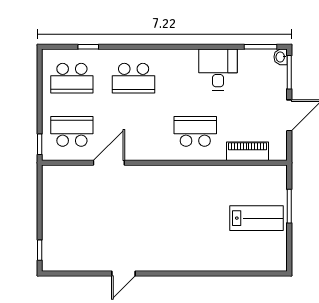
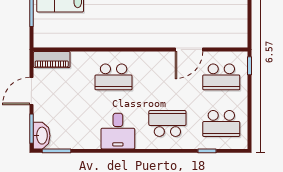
washbasin: (281, 57) -> (42, 136), width x1.91, depth x1.45
desk: (218, 69) -> (118, 131), moved
school desk: (72, 78) -> (221, 123), turned 180
piano: (248, 151) -> (52, 60), moved

